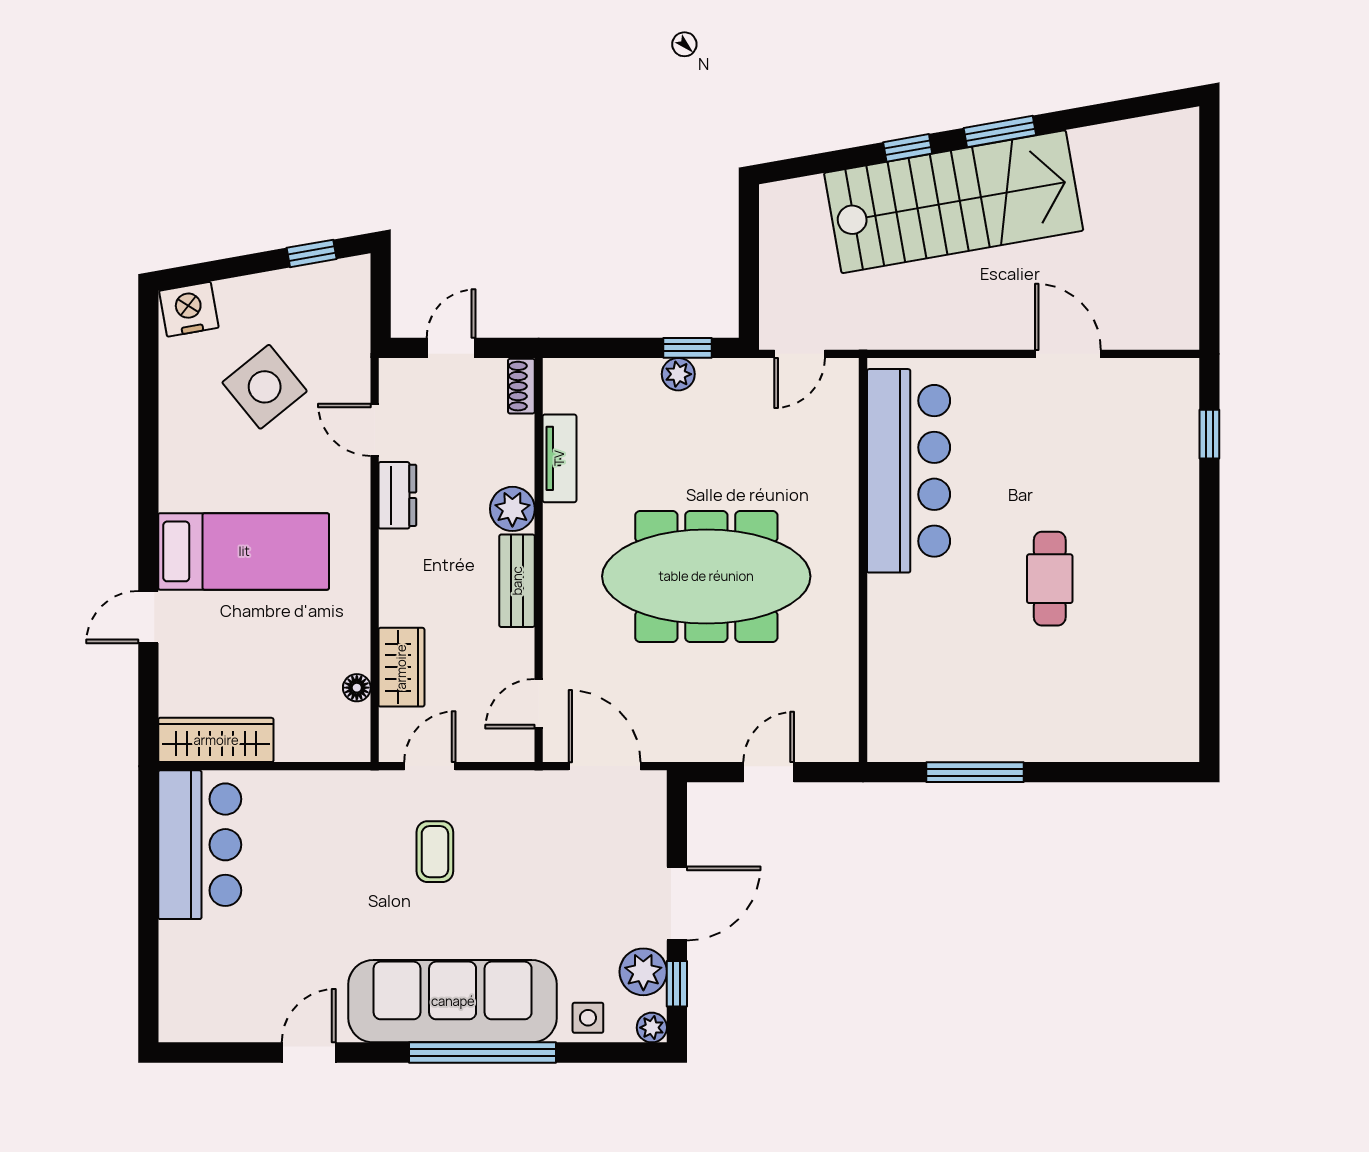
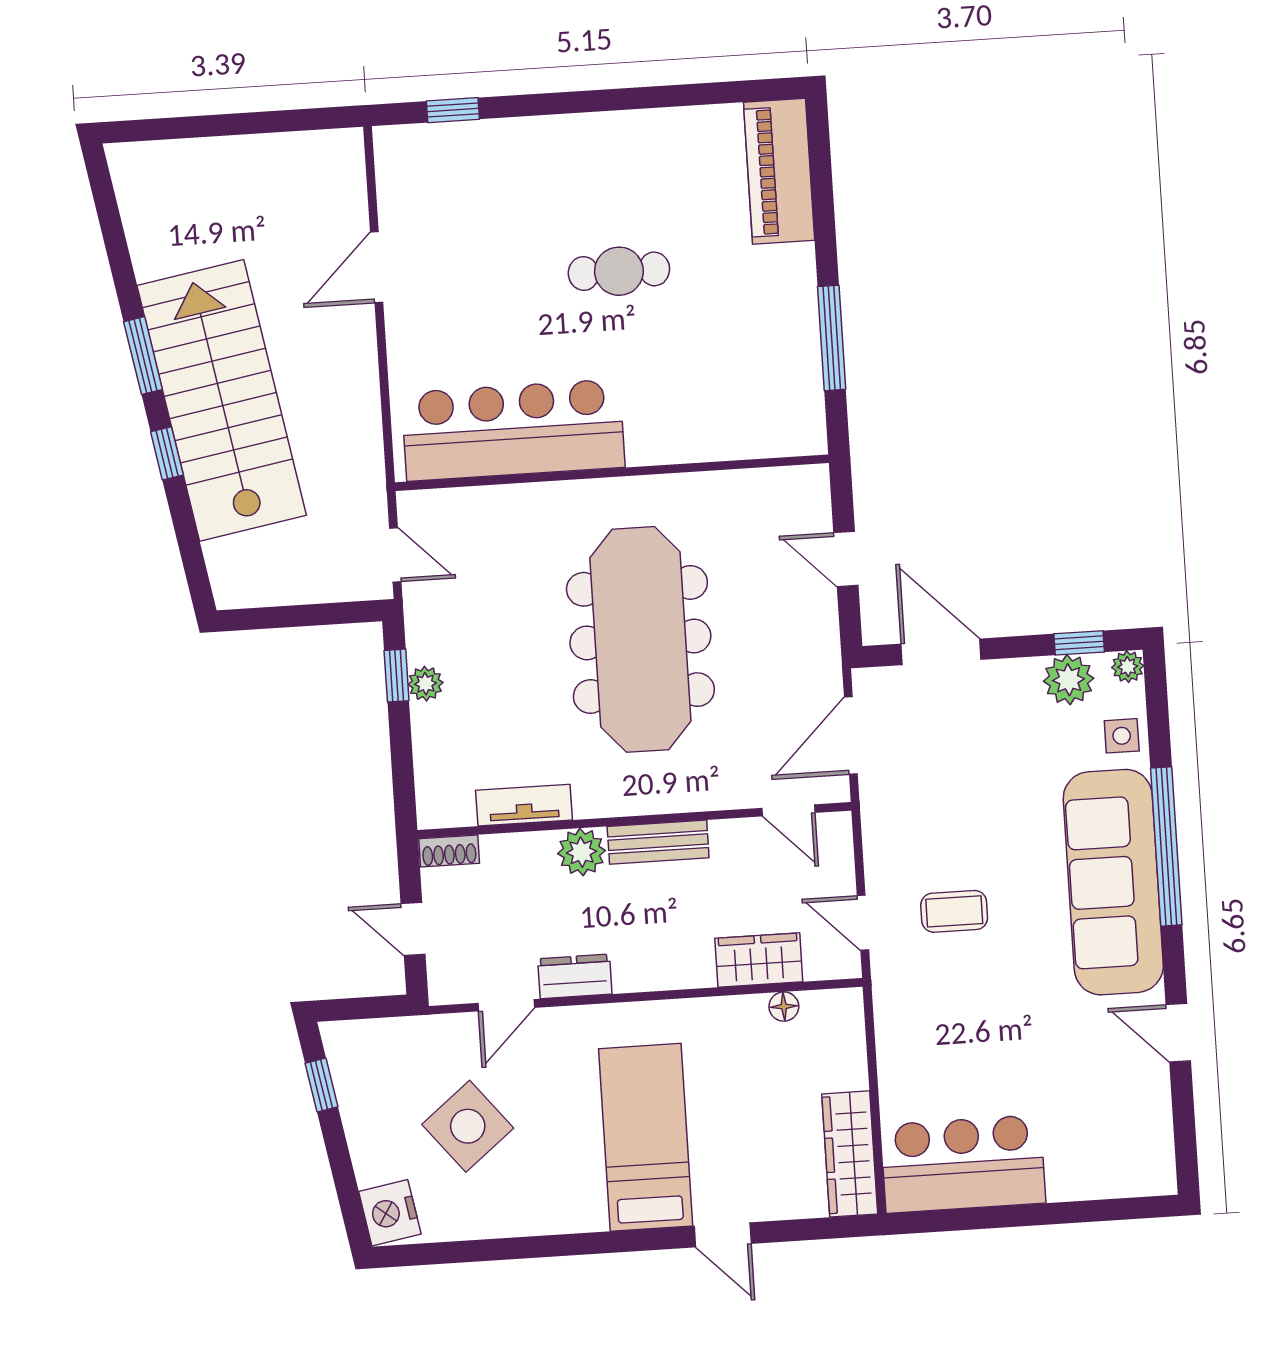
piano: (1133, 733) -> (779, 171), added
door: (677, 903) -> (941, 652), moved

